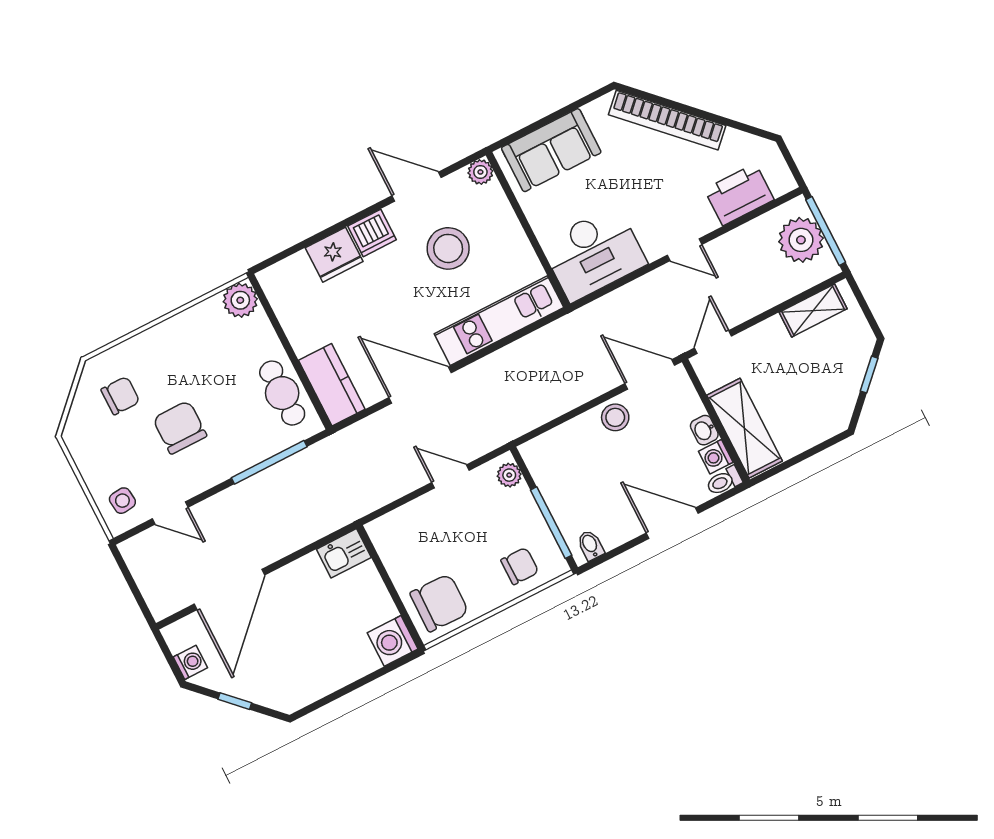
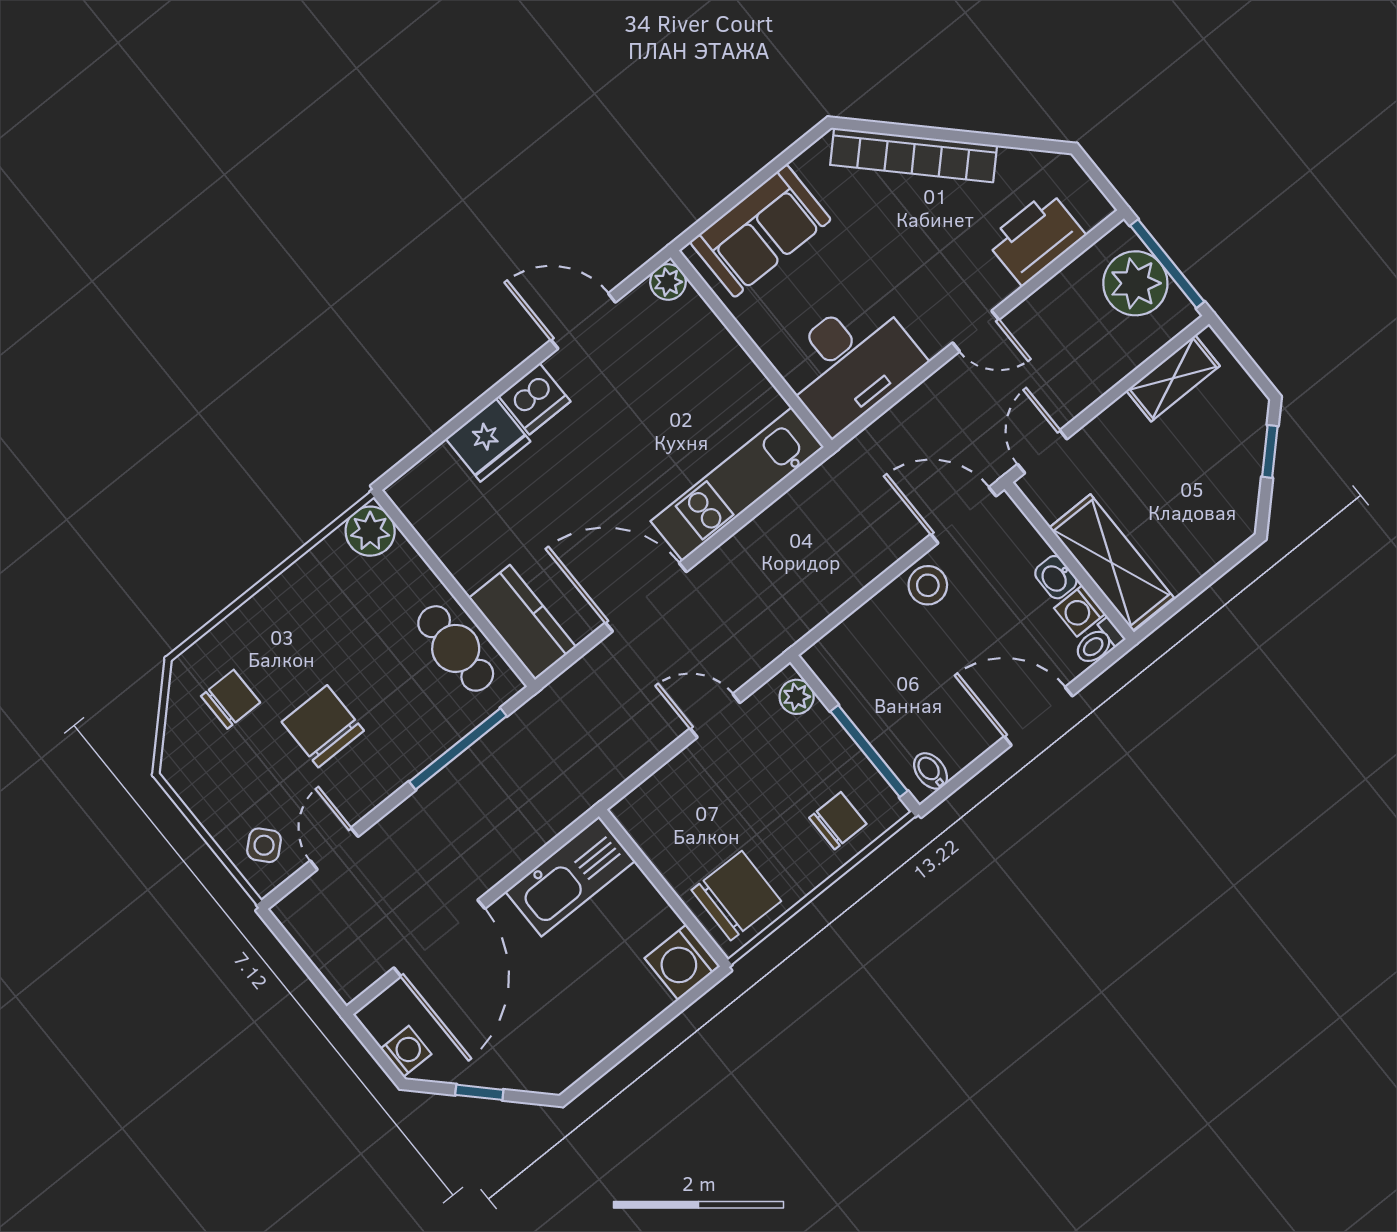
stool: (448, 248) -> (645, 398), removed
side table: (122, 501) -> (264, 845), turned -36
door: (170, 513) -> (334, 849), swing flipped
kitchen sink: (344, 553) -> (570, 876), width x1.87, depth x1.24

